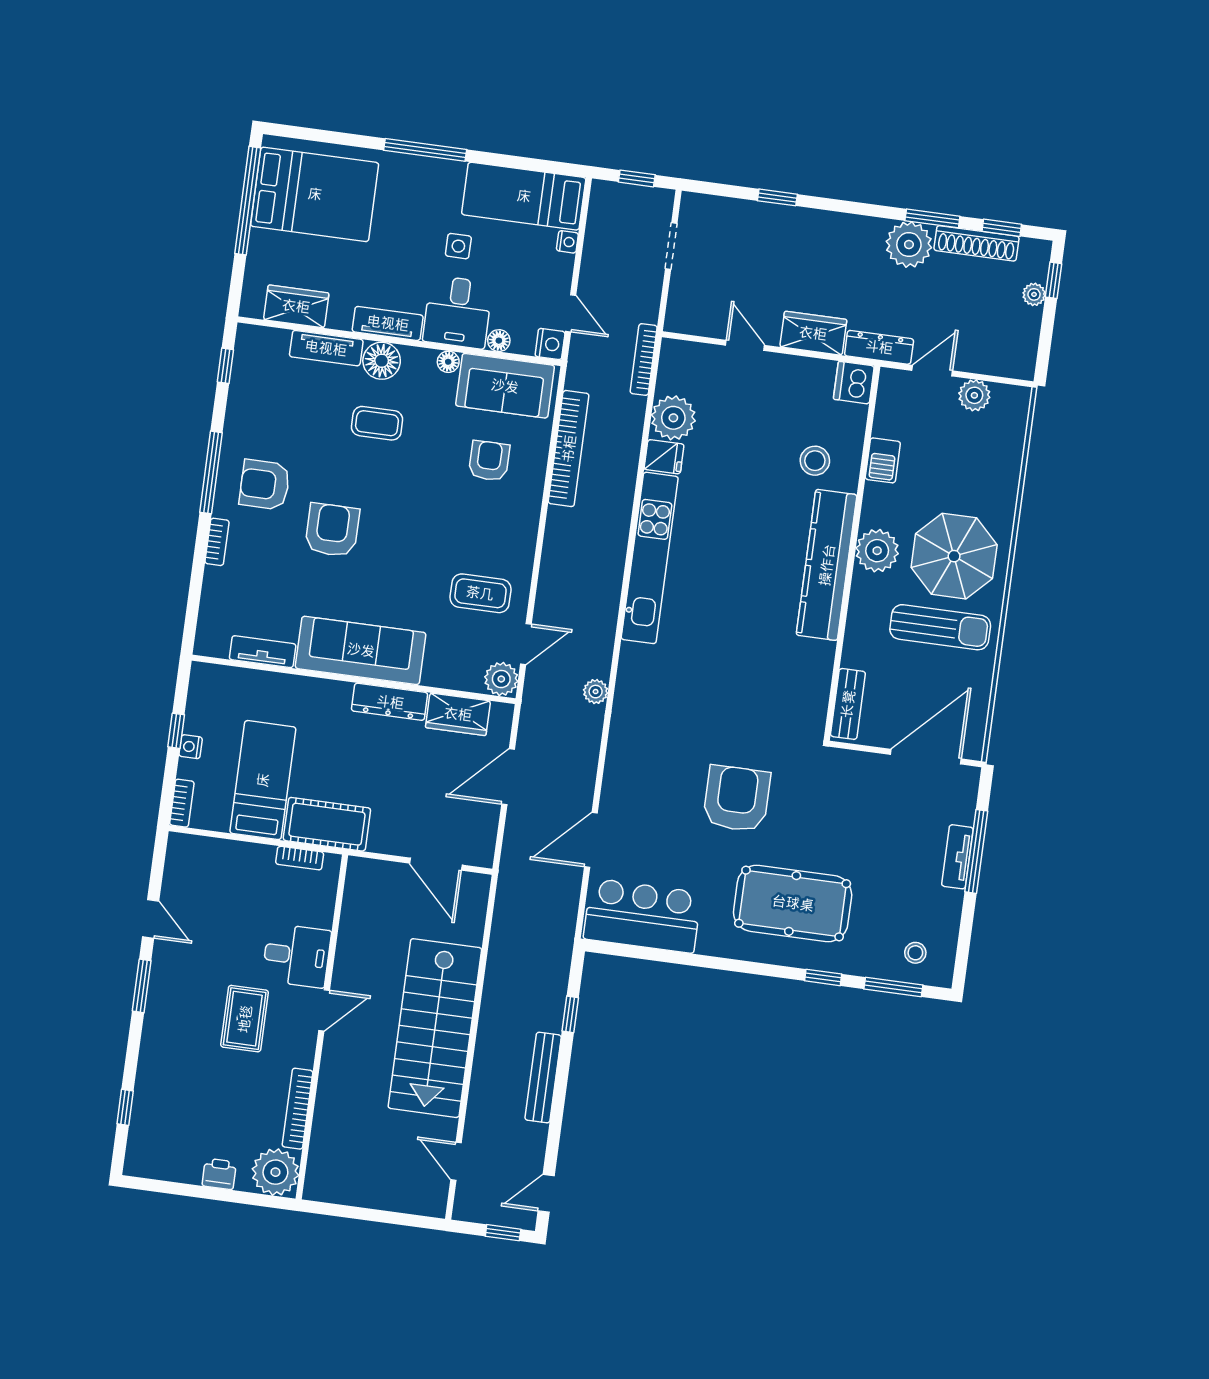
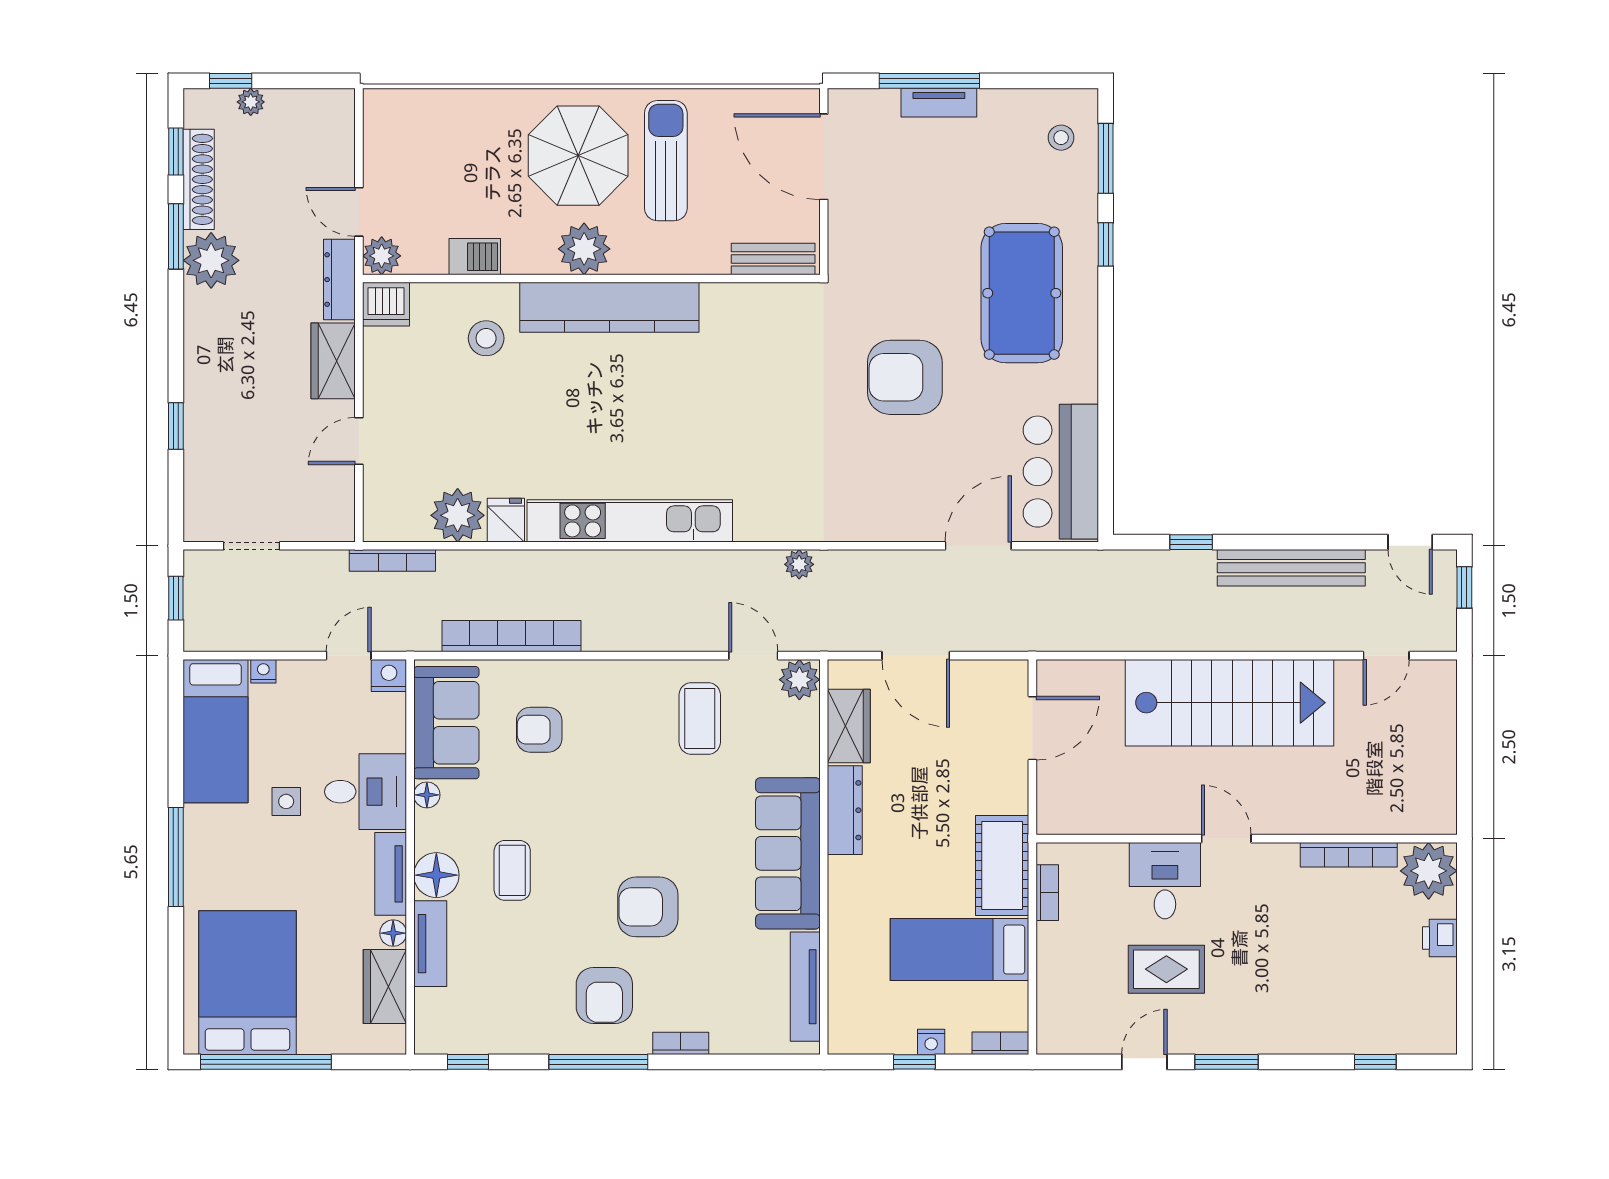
floor lamp: (499, 341) -> (393, 933), moved
plant: (974, 395) -> (382, 256), moved
tv unit: (263, 652) -> (805, 987), width x1.41
door: (591, 840) -> (978, 546), swing flipped
rug: (245, 1019) -> (1166, 969), moved
bench: (543, 1078) -> (1291, 568), width x1.37, depth x1.21

